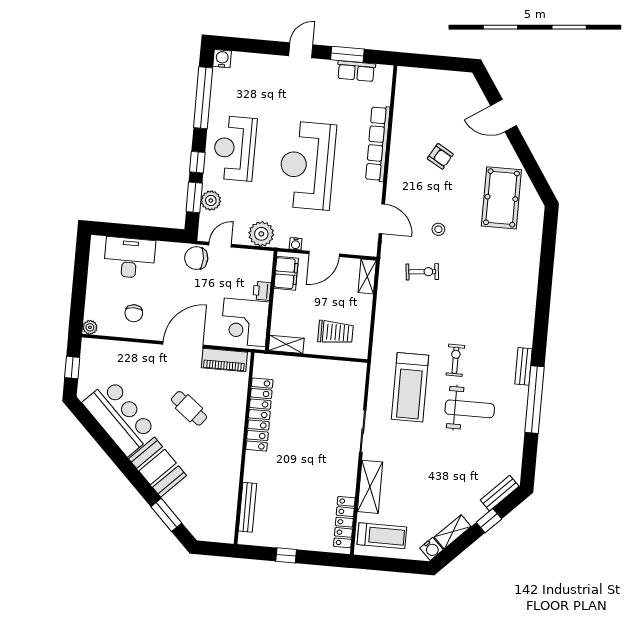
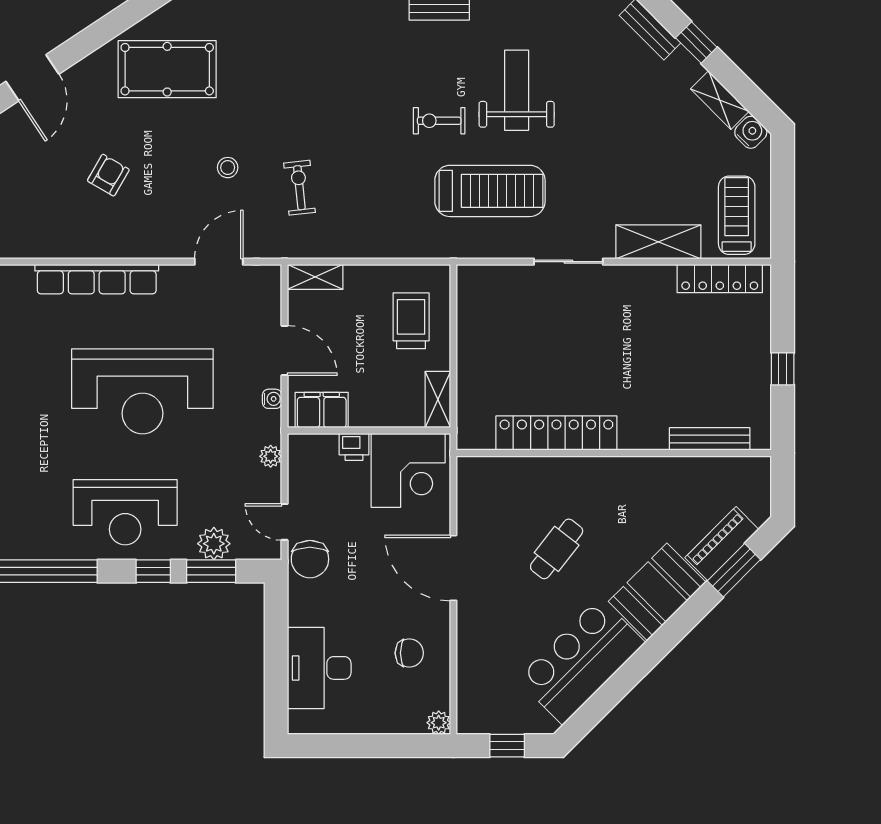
plant: (261, 234) -> (271, 456), width x0.53, depth x0.53
piano: (224, 360) -> (722, 544), moved, turned -135

